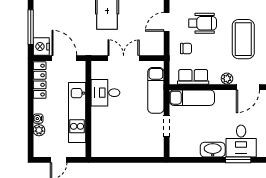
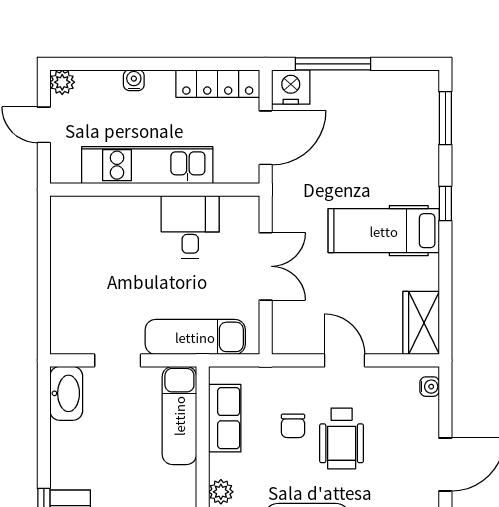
chair: (186, 49) -> (293, 426), moved
plant: (39, 130) -> (62, 82), moved
washbasin: (213, 150) -> (66, 393), moved

